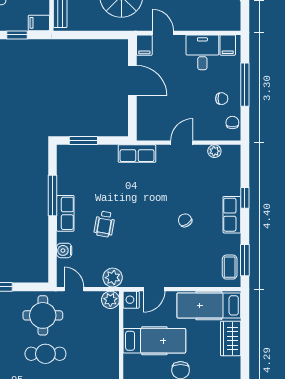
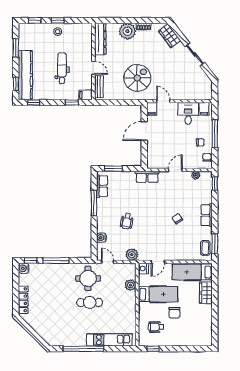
door: (132, 80) -> (144, 131), swing flipped
window: (245, 198) -> (215, 183), moved
row of seats: (65, 213) -> (102, 186), moved
plant: (110, 300) -> (130, 285), moved

